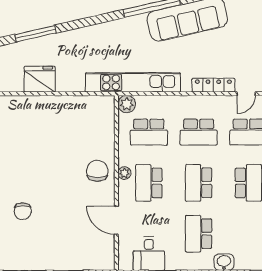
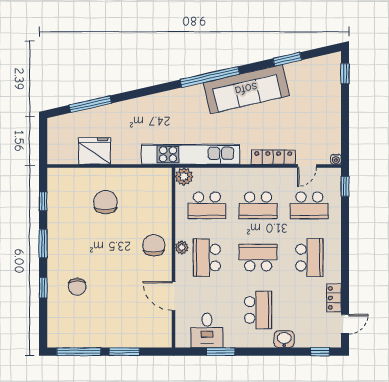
chair: (50, 129) -> (105, 202), added
school desk: (199, 183) -> (258, 258), turned 90
school desk: (199, 234) -> (258, 310), turned 180

